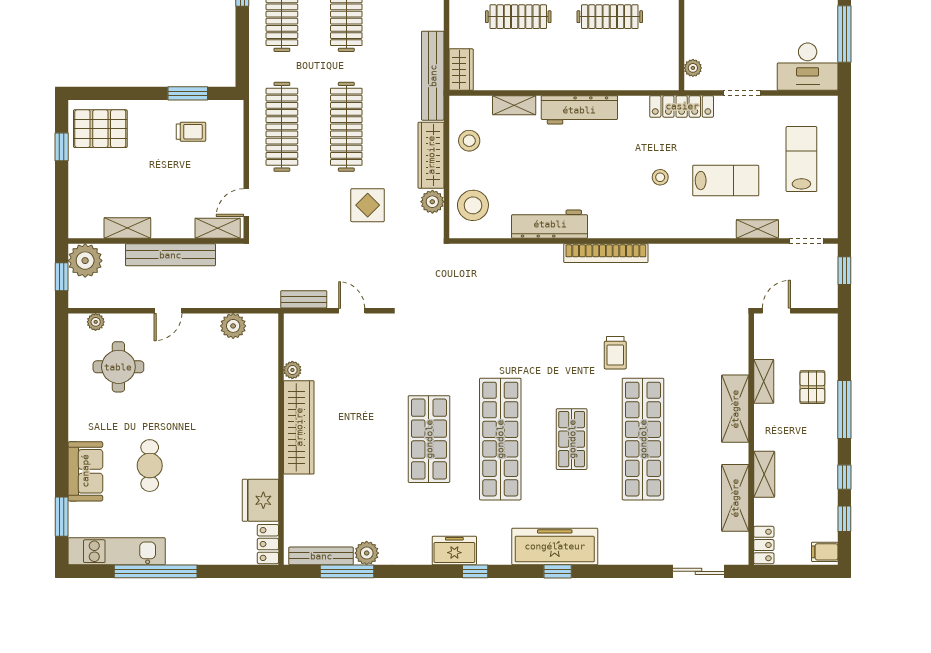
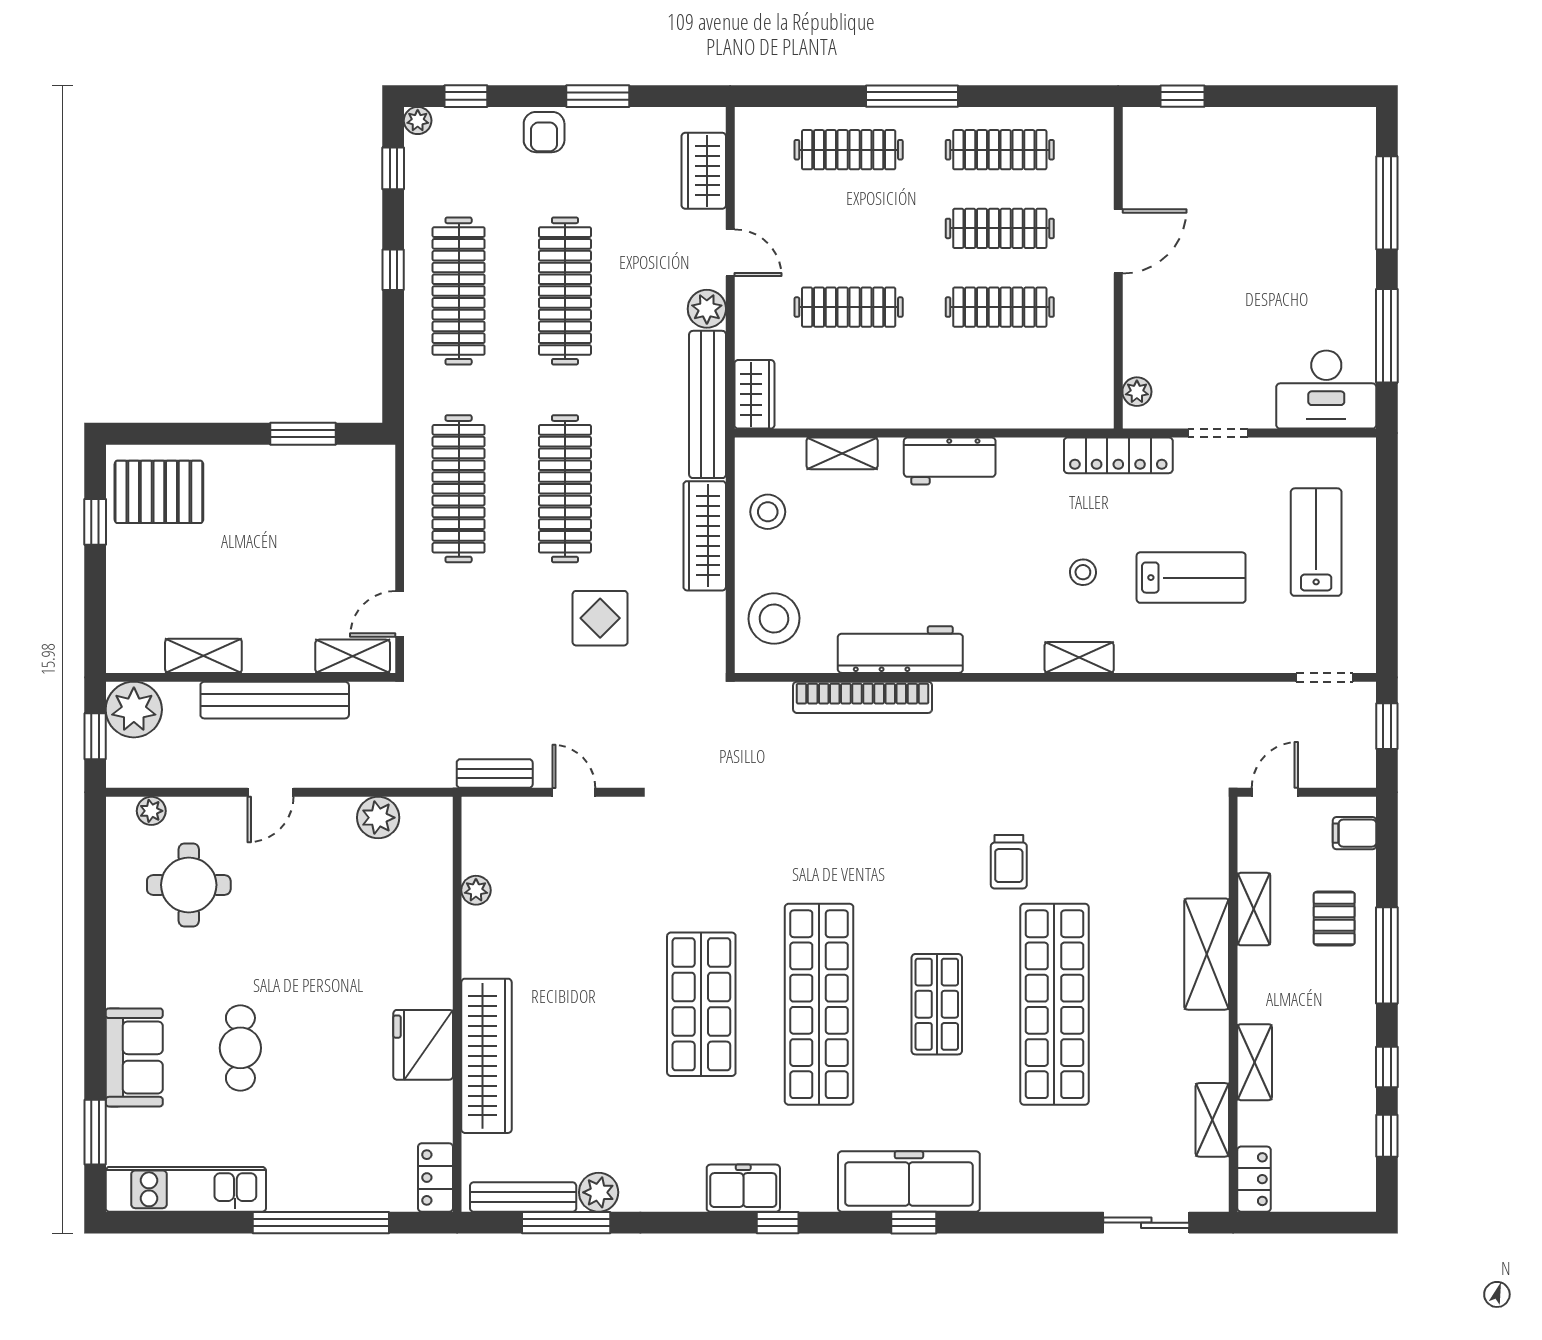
workbench: (579, 110) -> (950, 461), width x0.73
trolley: (191, 132) -> (308, 497), removed
plant: (432, 202) -> (707, 309), moved
shelving: (757, 229) -> (1079, 657), moved
bookcase: (606, 253) -> (863, 697), moved
wardrobe: (299, 427) -> (487, 1056), moved
shelving: (735, 498) -> (1212, 1120), width x0.67, depth x0.75
fridge: (260, 500) -> (423, 1045), moved
filing cabinet: (825, 552) -> (1354, 833), moved
window: (156, 571) -> (321, 1223), moved

